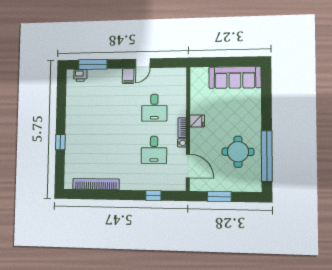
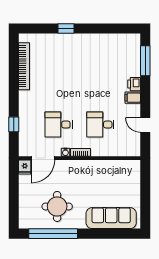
door: (143, 63) -> (145, 125), moved
printer: (80, 75) -> (134, 84), moved
sofa: (235, 77) -> (111, 218), moved, turned 90
fridge: (197, 121) -> (25, 167), moved
window: (219, 197) -> (14, 189), removed

